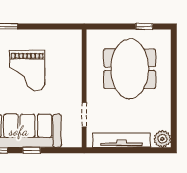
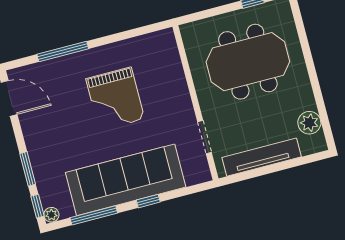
meeting table: (130, 69) -> (248, 62), turned 90
plant: (162, 139) -> (309, 123), moved

